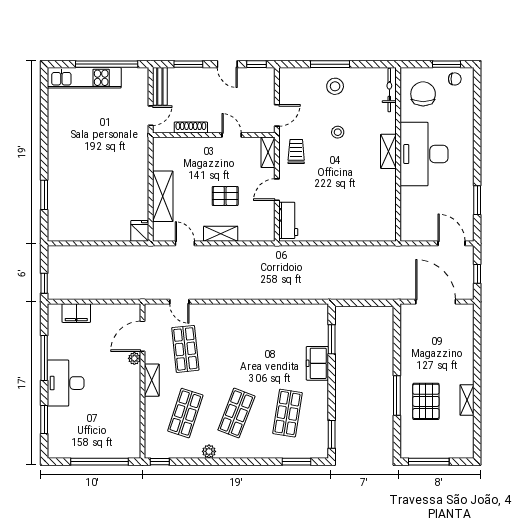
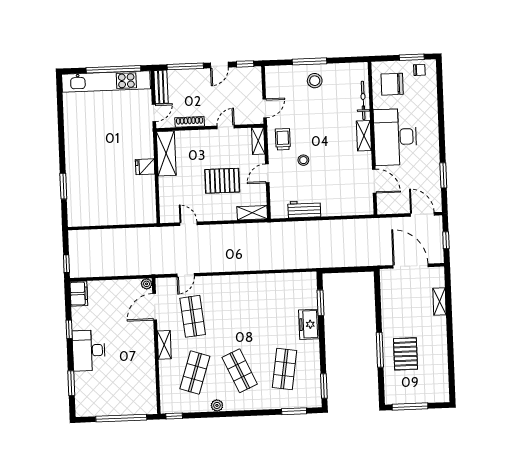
window: (188, 64) -> (185, 66), width x1.44
door: (227, 64) -> (219, 65), hinge flipped
kitchen unit: (84, 78) -> (106, 82), width x1.36
bicycle: (389, 90) -> (363, 100), moved
chair: (423, 94) -> (392, 84), turned -90
stool: (338, 132) -> (303, 160), moved
door: (232, 135) -> (226, 127), hinge flipped
shelving: (163, 196) -> (166, 153), moved
pallet: (225, 196) -> (222, 181), width x1.50, depth x1.42
door: (398, 203) -> (374, 181), added
workbench: (288, 220) -> (304, 209), moved, turned -90
fridge: (140, 231) -> (145, 167), moved, turned -90
shelving: (221, 234) -> (252, 213), moved
door: (179, 302) -> (186, 275), hinge flipped
filing cabinet: (76, 313) -> (79, 294), moved, turned -90
window: (44, 358) -> (69, 329), width x0.46
plant: (134, 358) -> (147, 284), moved
shelving: (467, 400) -> (439, 301), moved
shop shelf: (236, 413) -> (240, 371), turned -45

